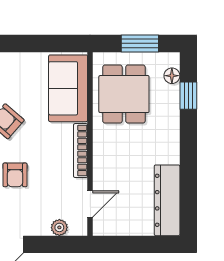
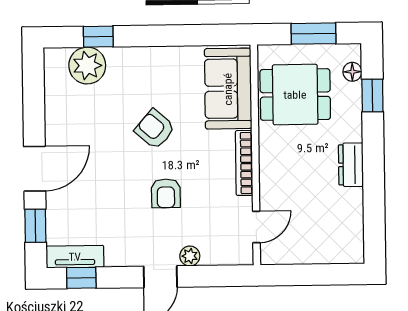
dining table: (124, 94) -> (295, 95), turned 90
dresser: (167, 200) -> (351, 165), moved, width x0.51, depth x0.80
plant: (59, 227) -> (190, 256), moved

